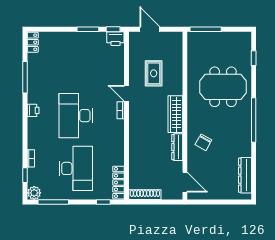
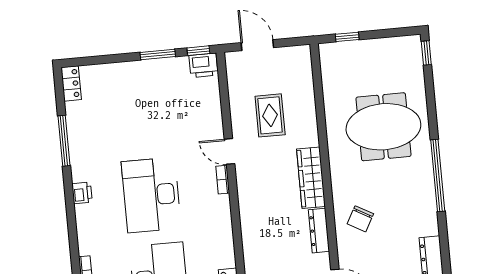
window: (206, 29) -> (347, 37), width x0.46
window: (254, 58) -> (426, 53), moved

